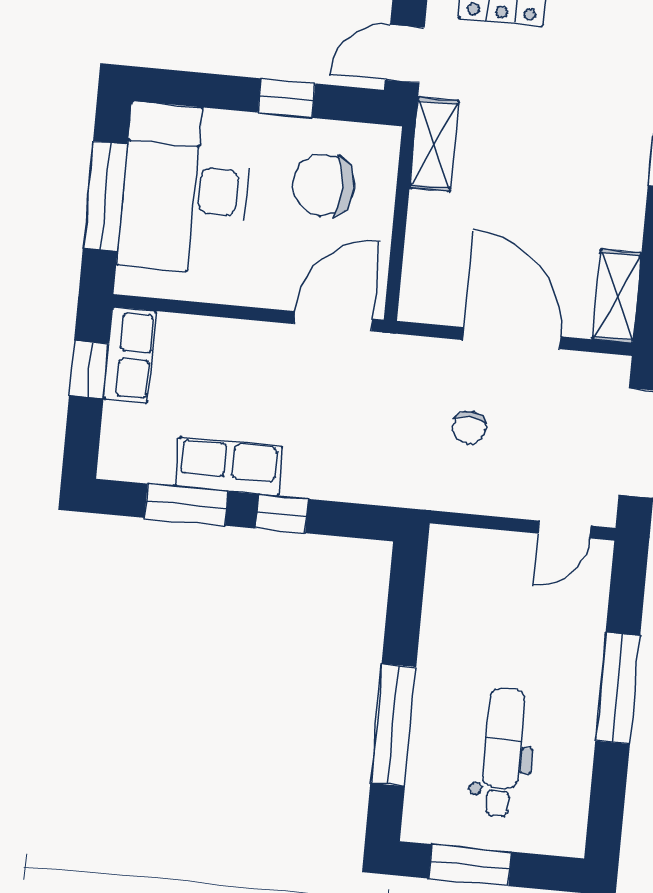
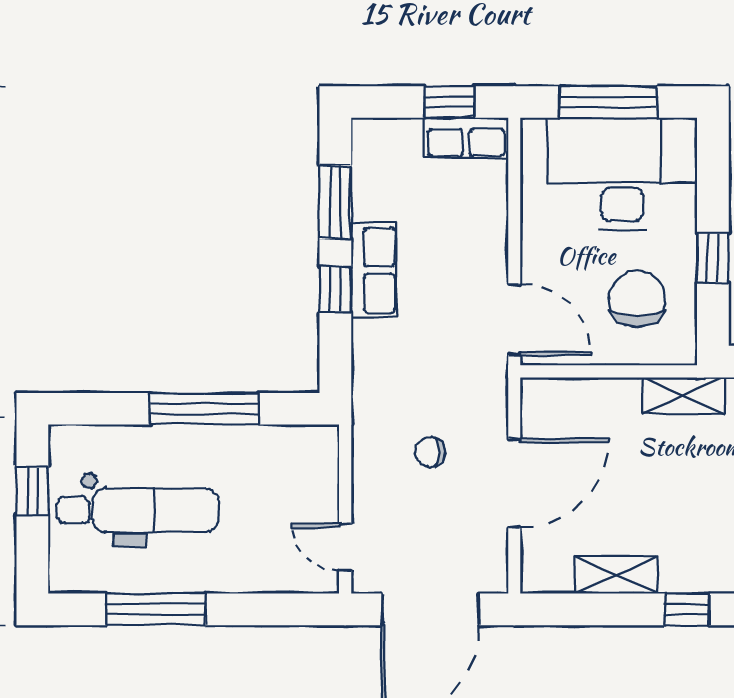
shelving: (617, 296) -> (616, 575), moved
row of seats: (229, 466) -> (374, 270), moved
window: (618, 688) -> (156, 609), moved
window: (393, 725) -> (204, 409), moved
dental chair: (503, 752) -> (138, 510), width x1.36, depth x1.38
window: (470, 865) -> (32, 490), width x0.67

